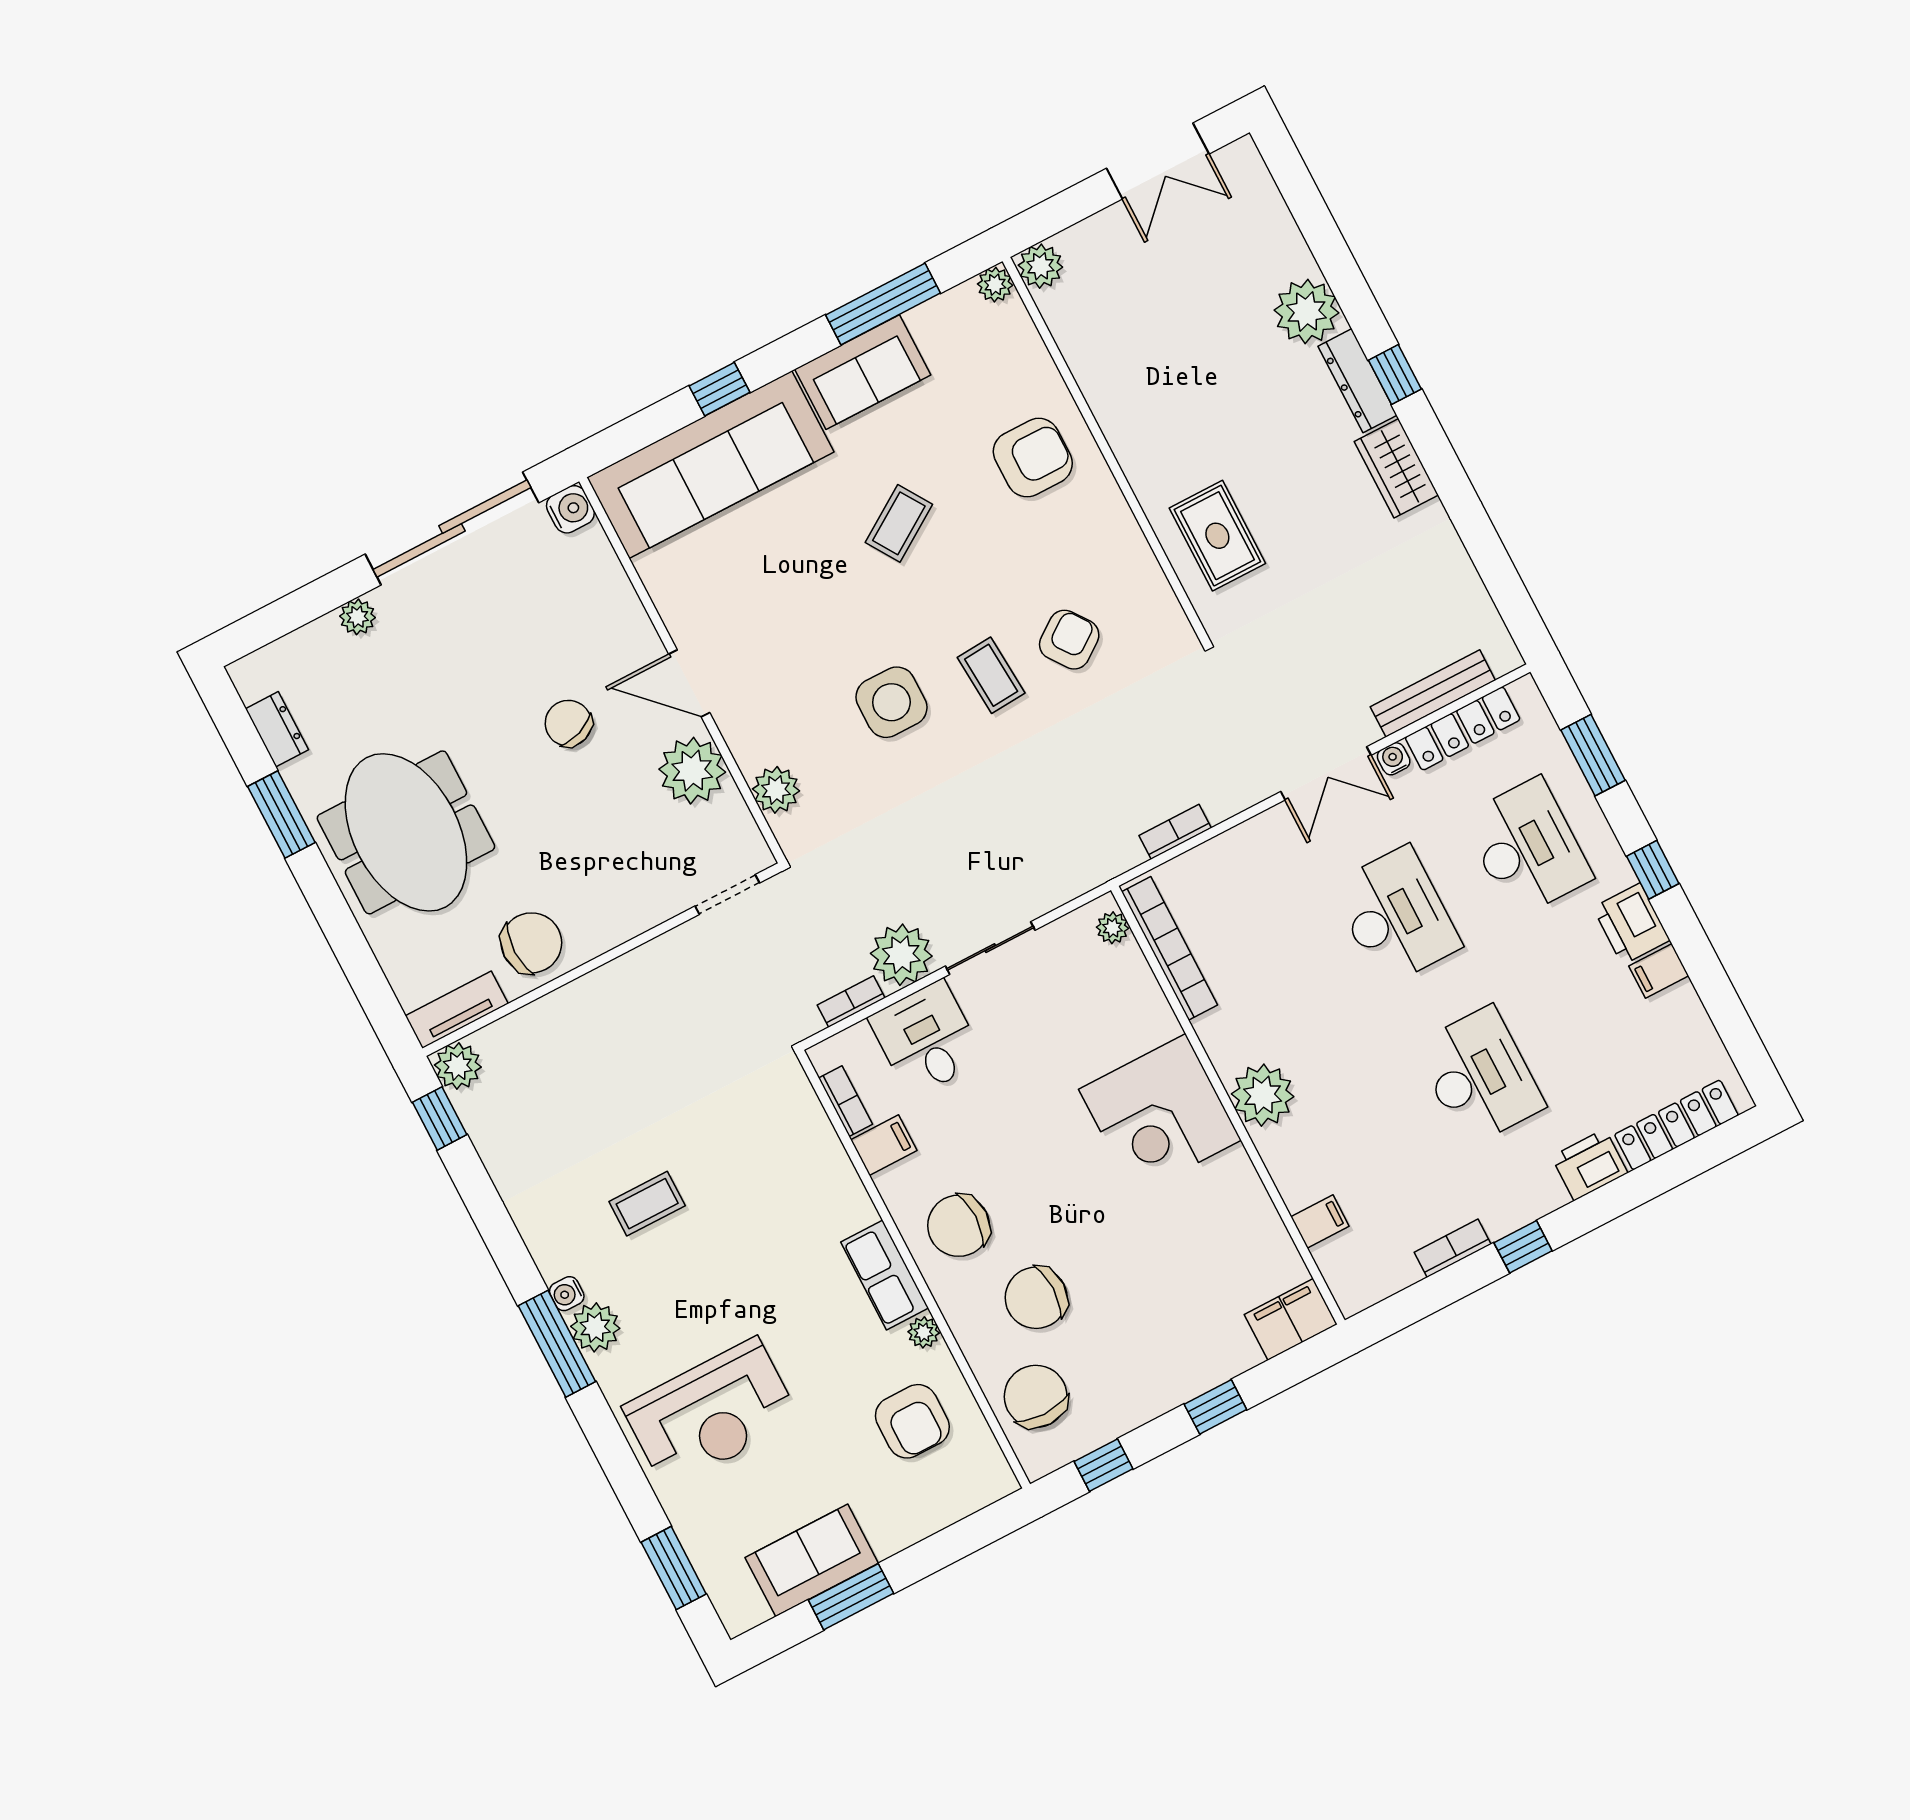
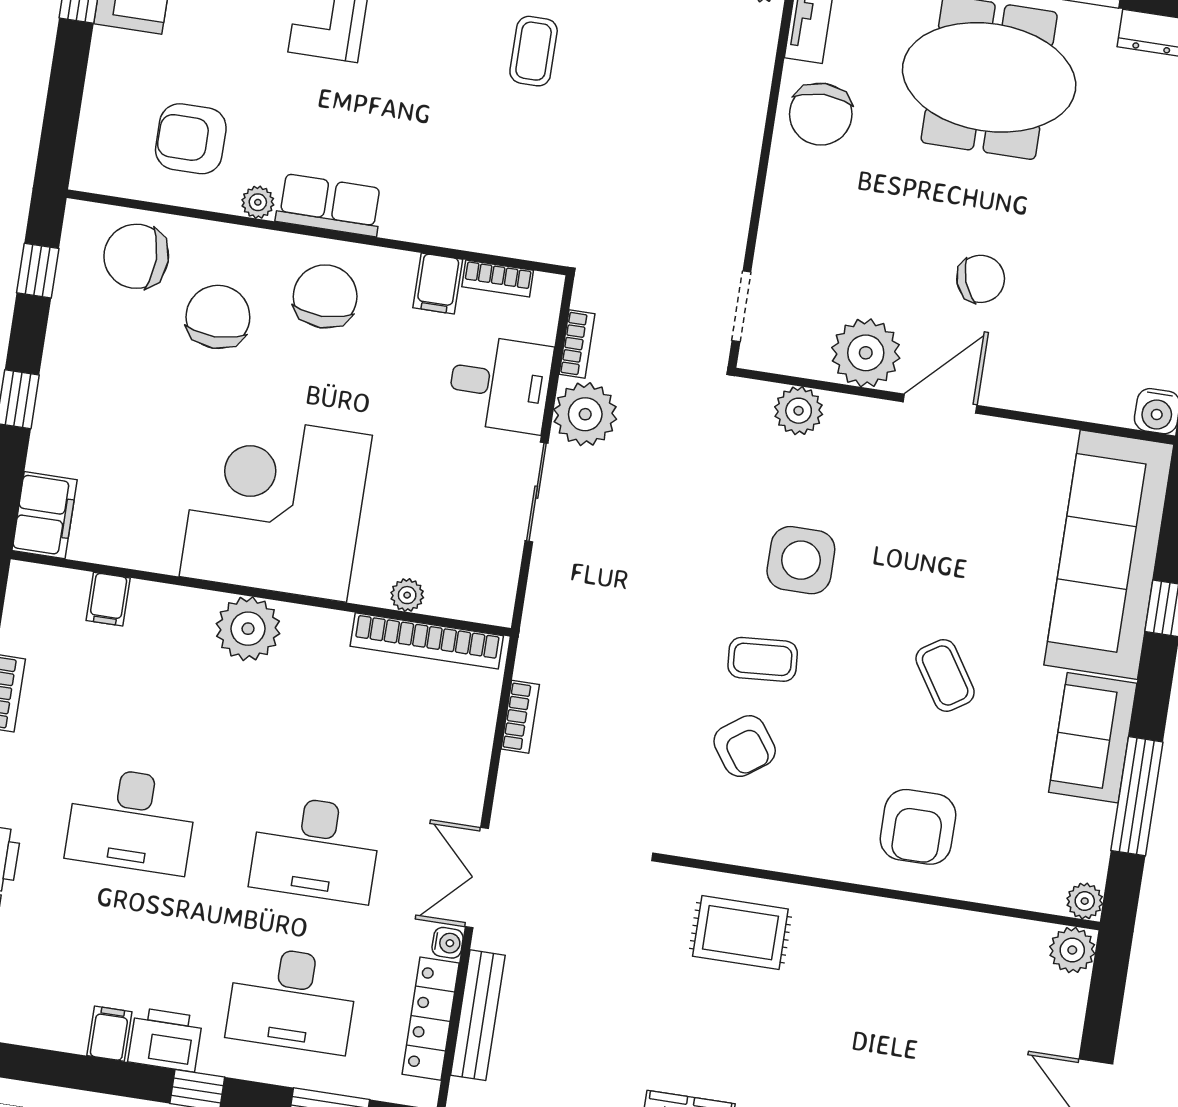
plant: (1113, 928) -> (407, 595), moved
corner desk: (1160, 1115) -> (276, 506), width x1.36, depth x1.36
chair: (1036, 1396) -> (136, 256), turned 180

